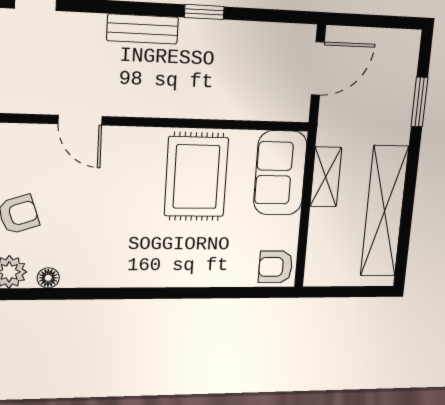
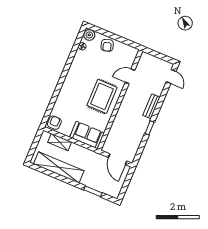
rug: (196, 177) -> (102, 96), moved, turned 90
shelving: (326, 177) -> (60, 142), moved

